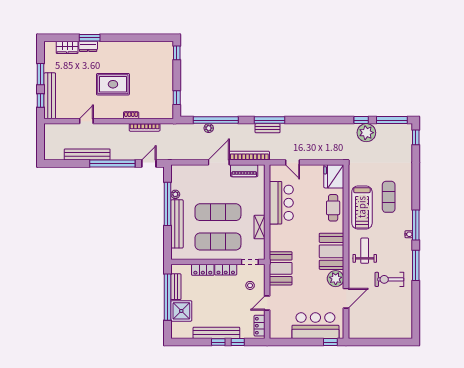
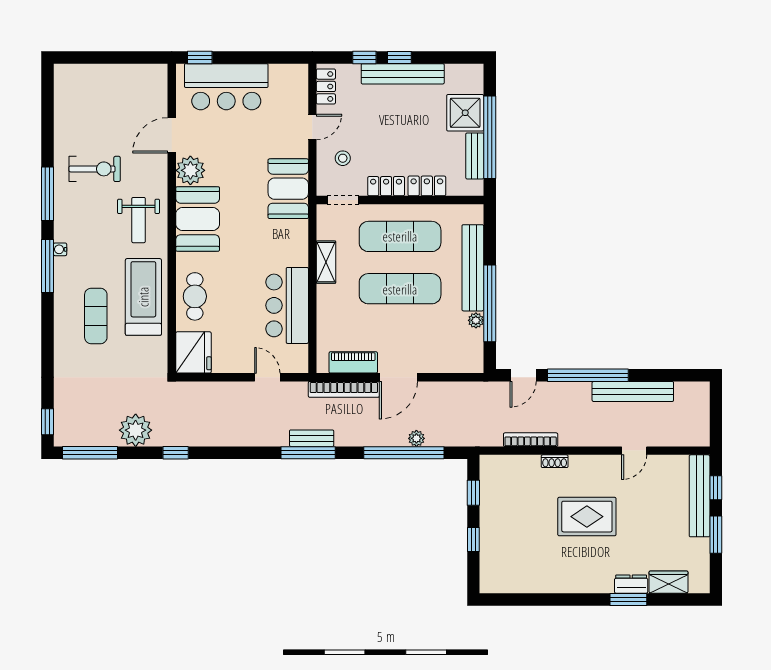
window: (177, 53) -> (473, 540), moved
window: (361, 120) -> (176, 453), moved

